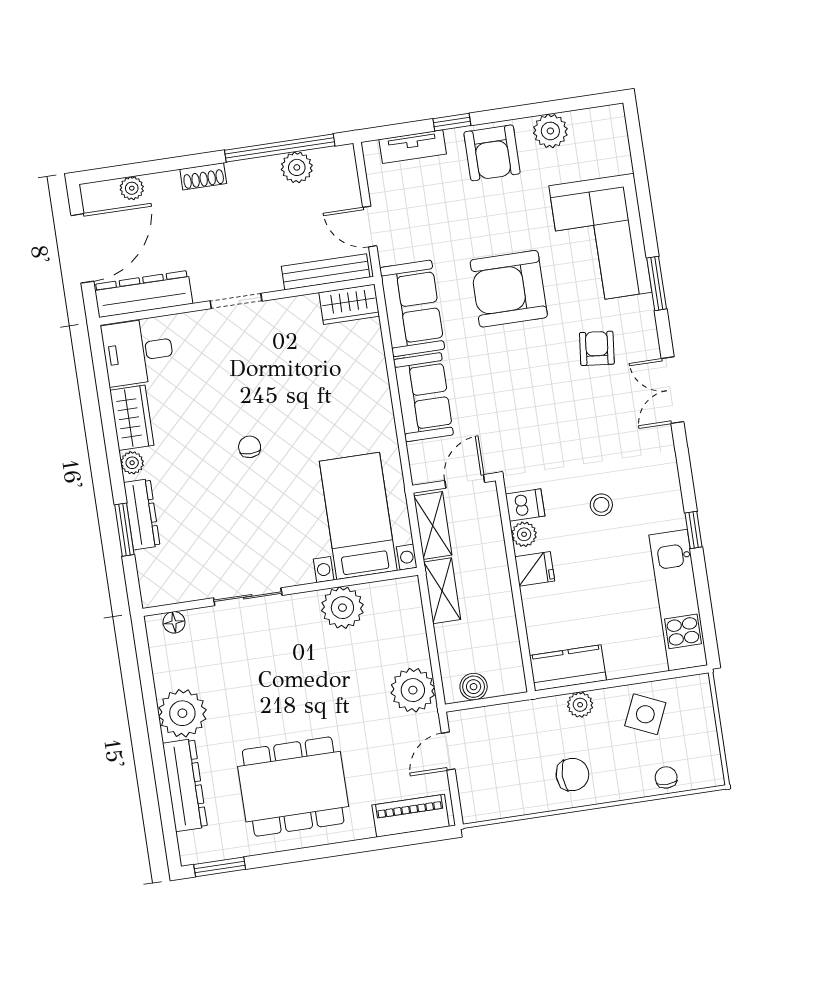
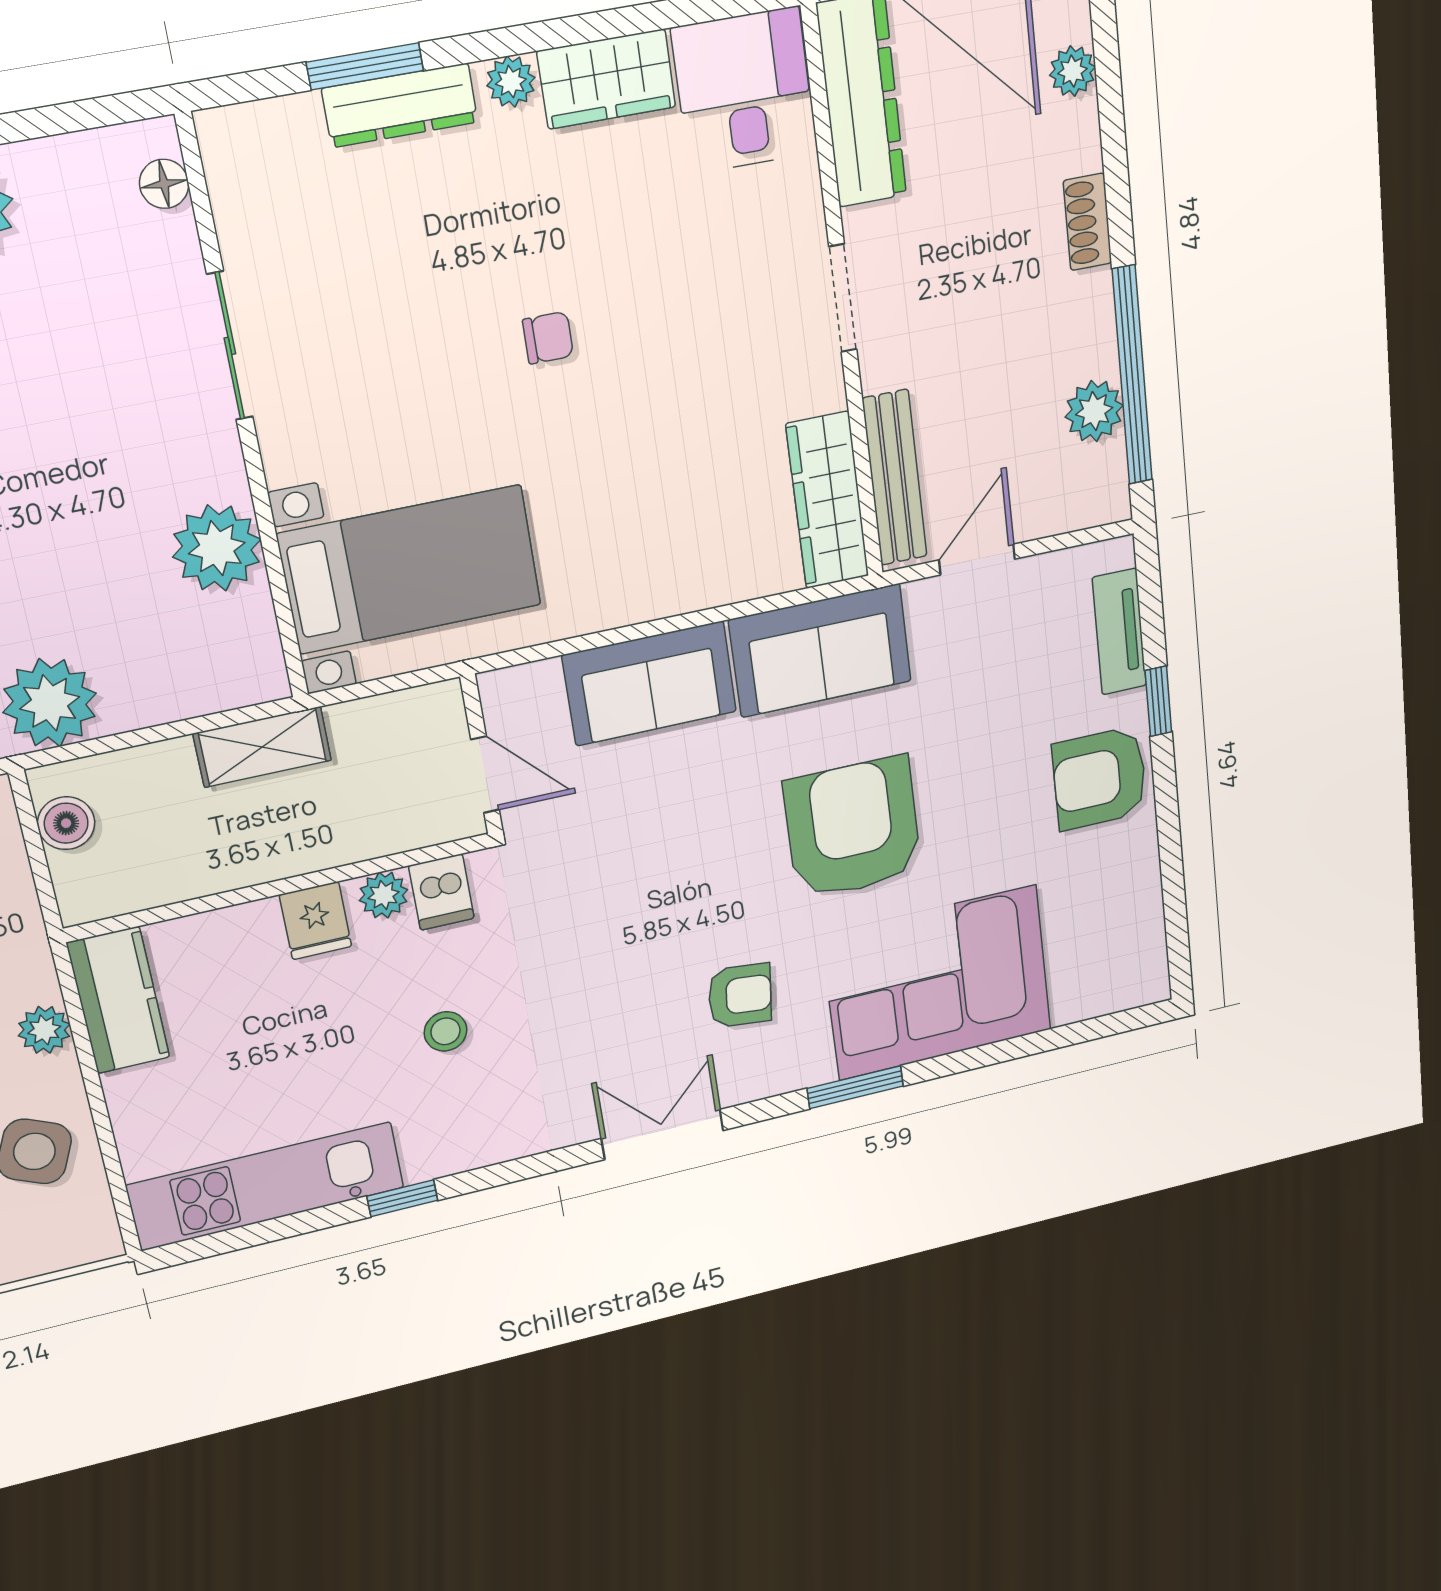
plant: (550, 131) -> (1132, 879), removed
wardrobe: (349, 304) -> (828, 500), width x1.50
shelving: (433, 525) -> (395, 719), removed

